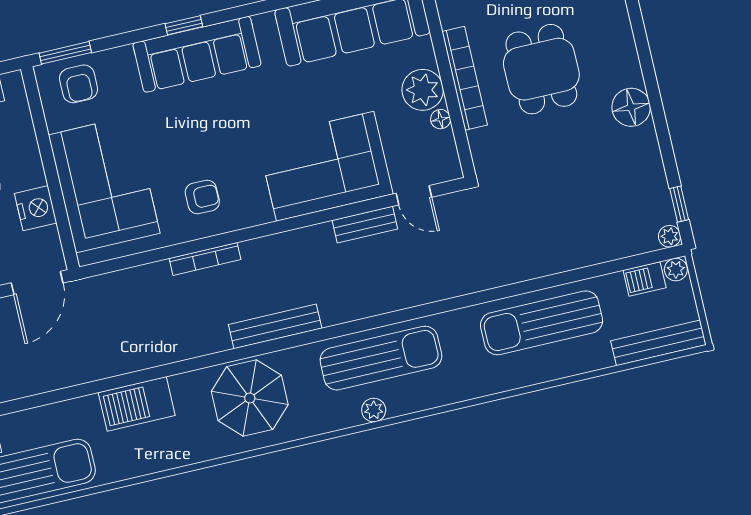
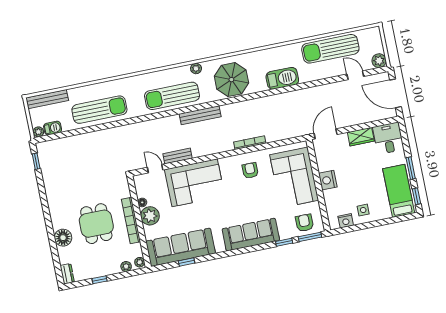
window: (184, 25) -> (284, 242), moved
floor lamp: (631, 107) -> (63, 238), moved
armchair: (202, 197) -> (250, 170), turned 90
nightstand: (36, 208) -> (328, 180), moved
plant: (670, 236) -> (41, 147), removed
bench: (275, 326) -> (200, 115), moved
plant: (374, 410) -> (196, 68), moved

